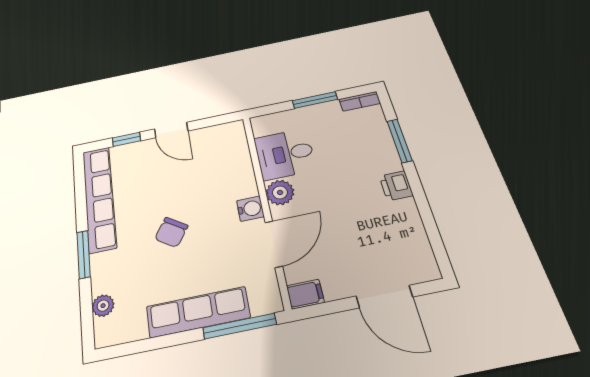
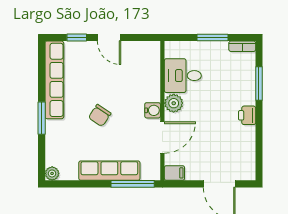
plant: (103, 306) -> (52, 173), moved

